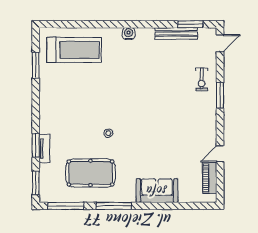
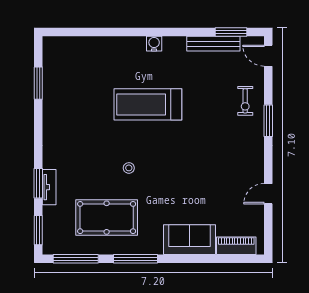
door: (220, 43) -> (268, 56), swing flipped
treadmill: (74, 50) -> (148, 104), moved, turned 180
piano: (210, 178) -> (236, 246), moved, turned 90

